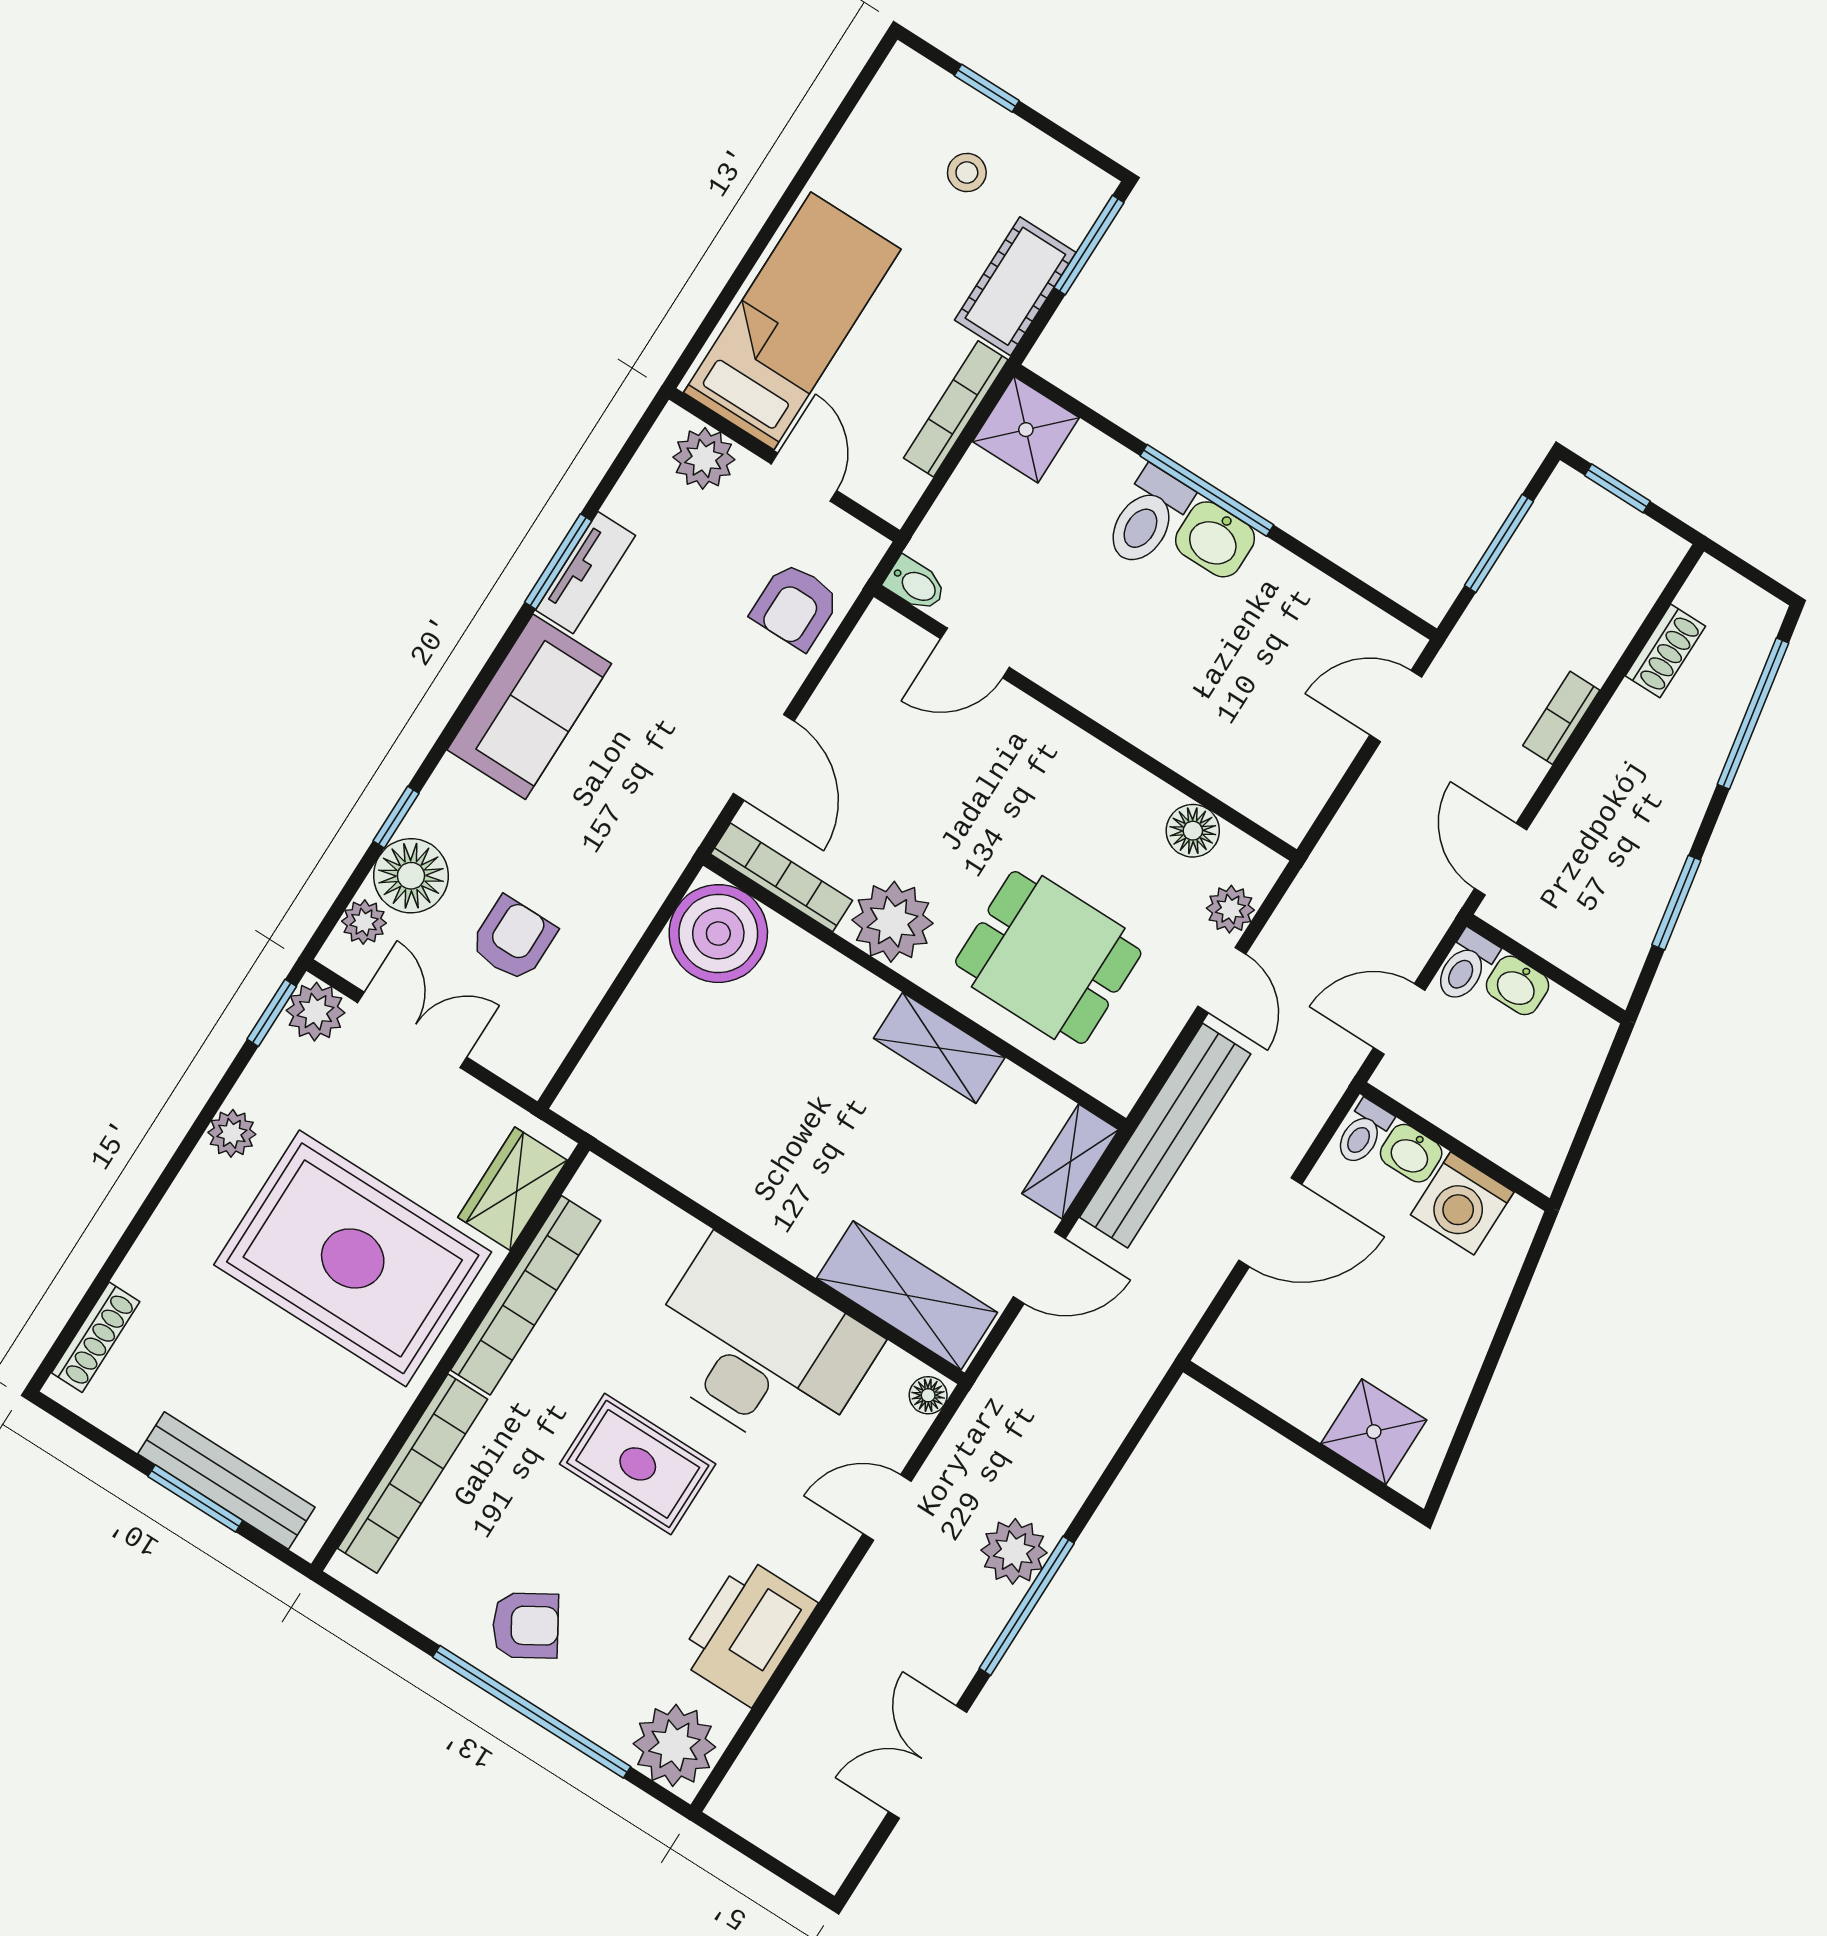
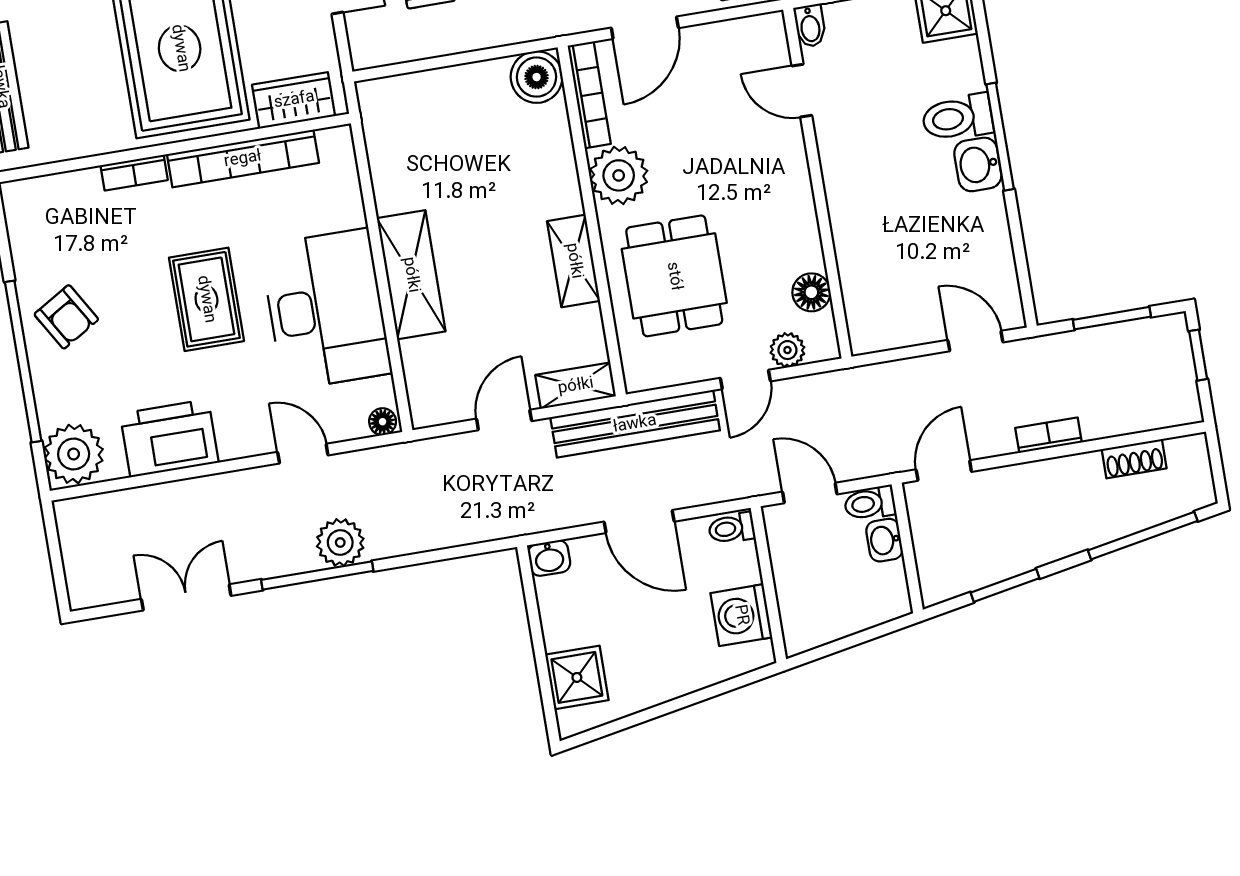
boiler: (718, 934) -> (537, 77), width x0.73, depth x0.73
washbasin: (1411, 1153) -> (549, 558), moved, turned -90
door: (1039, 1268) -> (504, 420), swing flipped
shelving: (907, 1295) -> (411, 275), moved
bookcase: (412, 1474) -> (134, 173), width x0.43, depth x0.76

